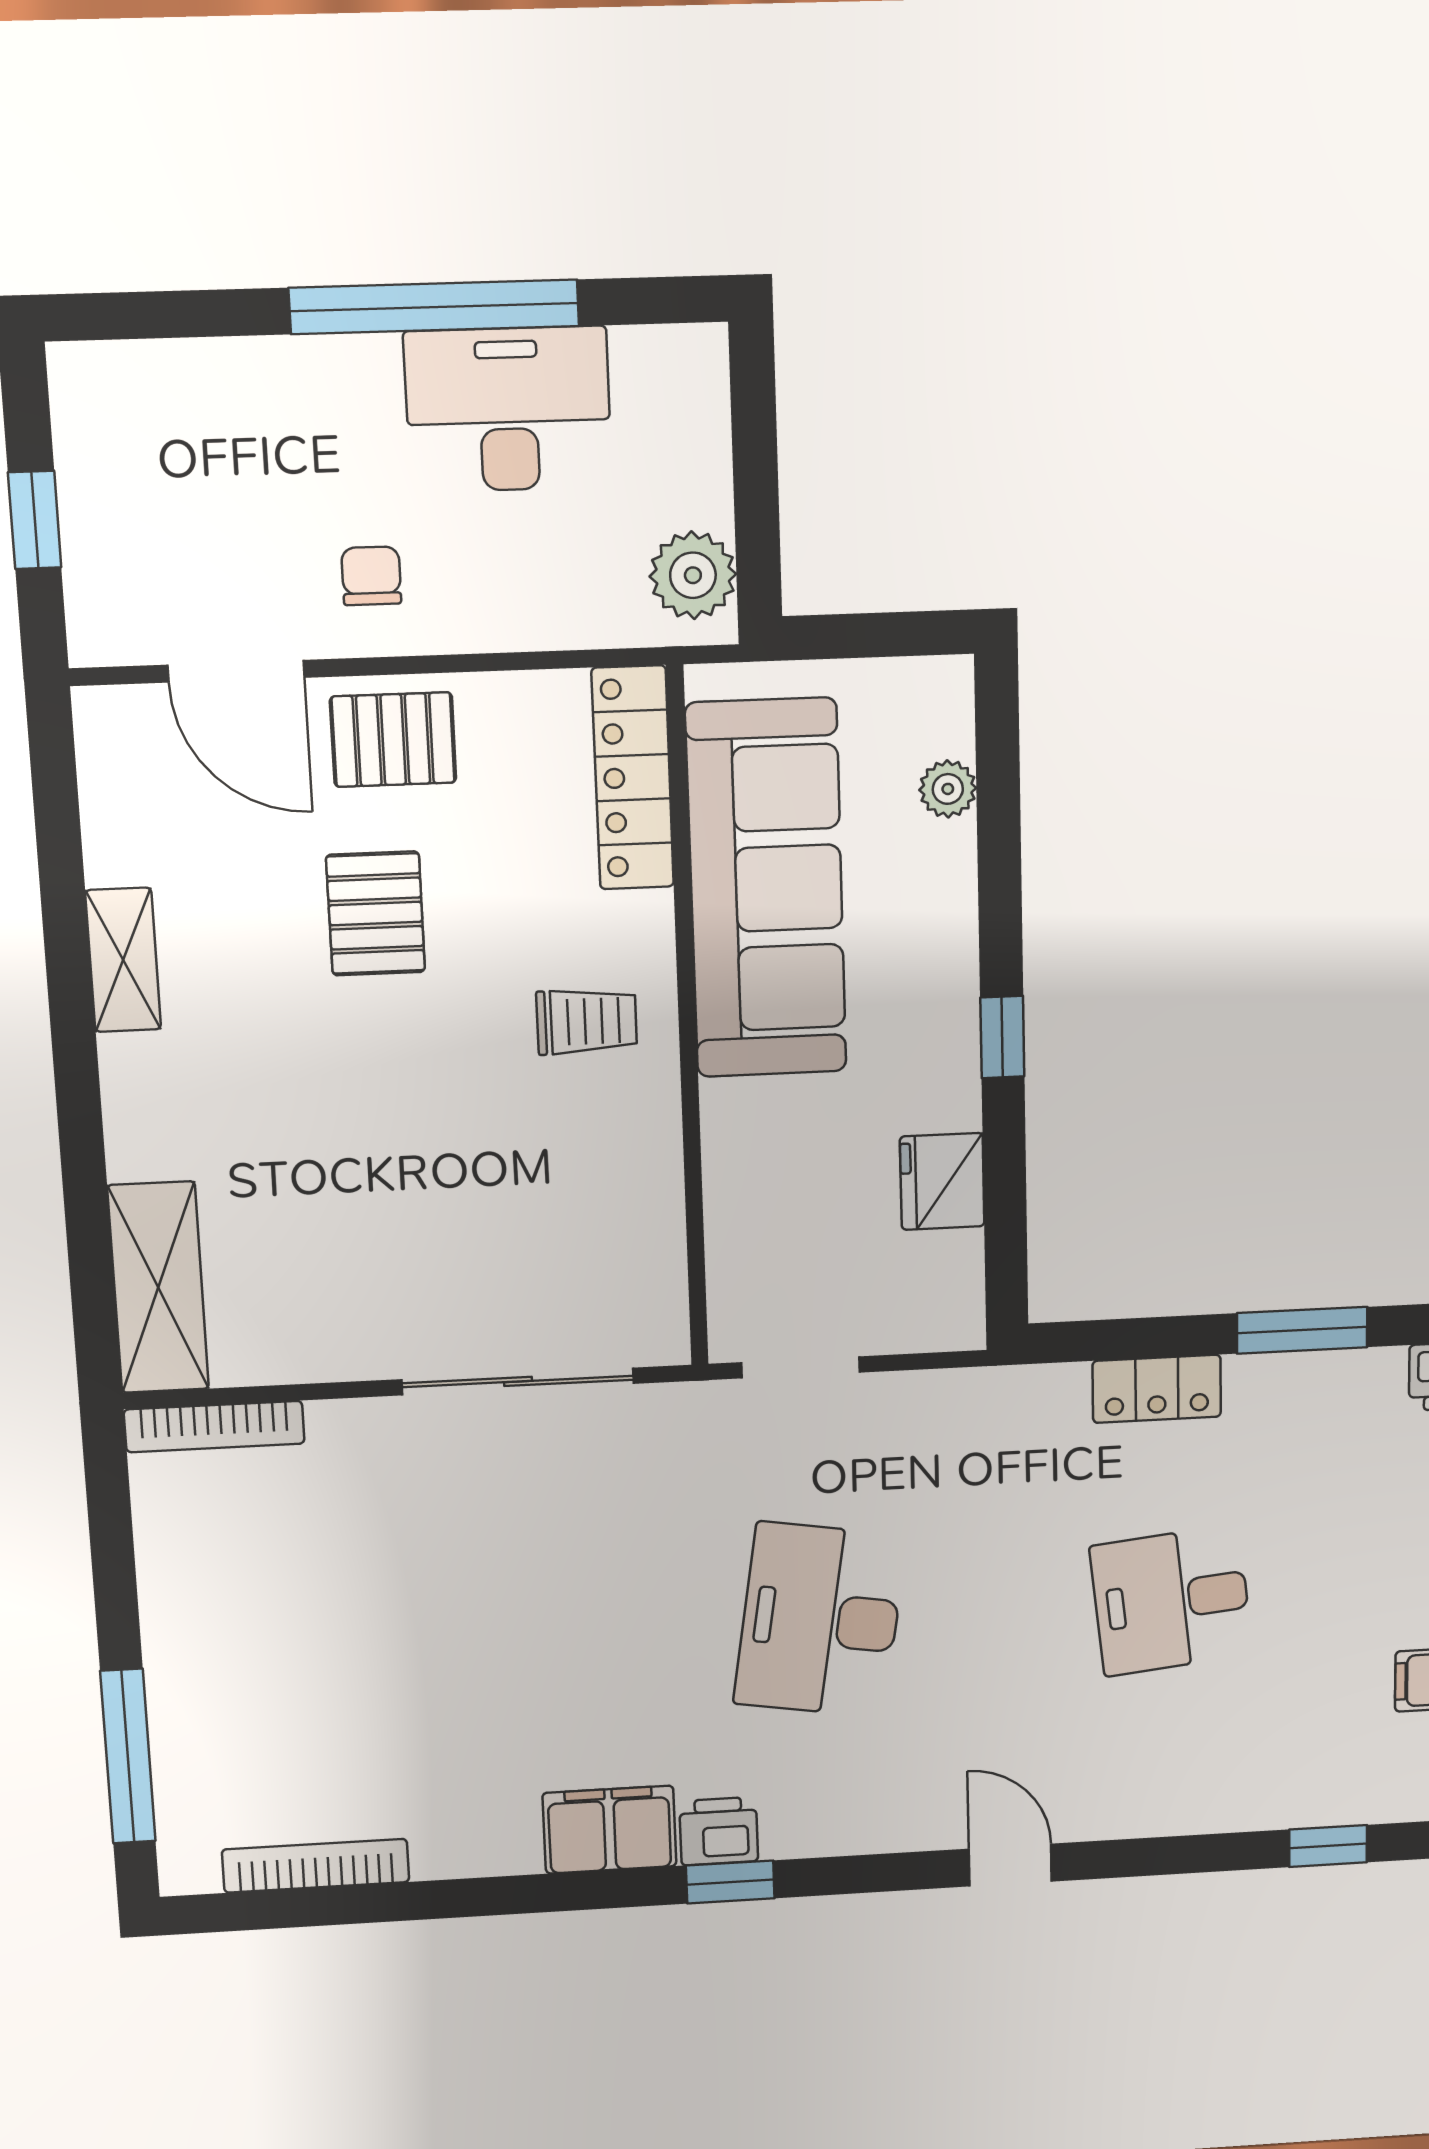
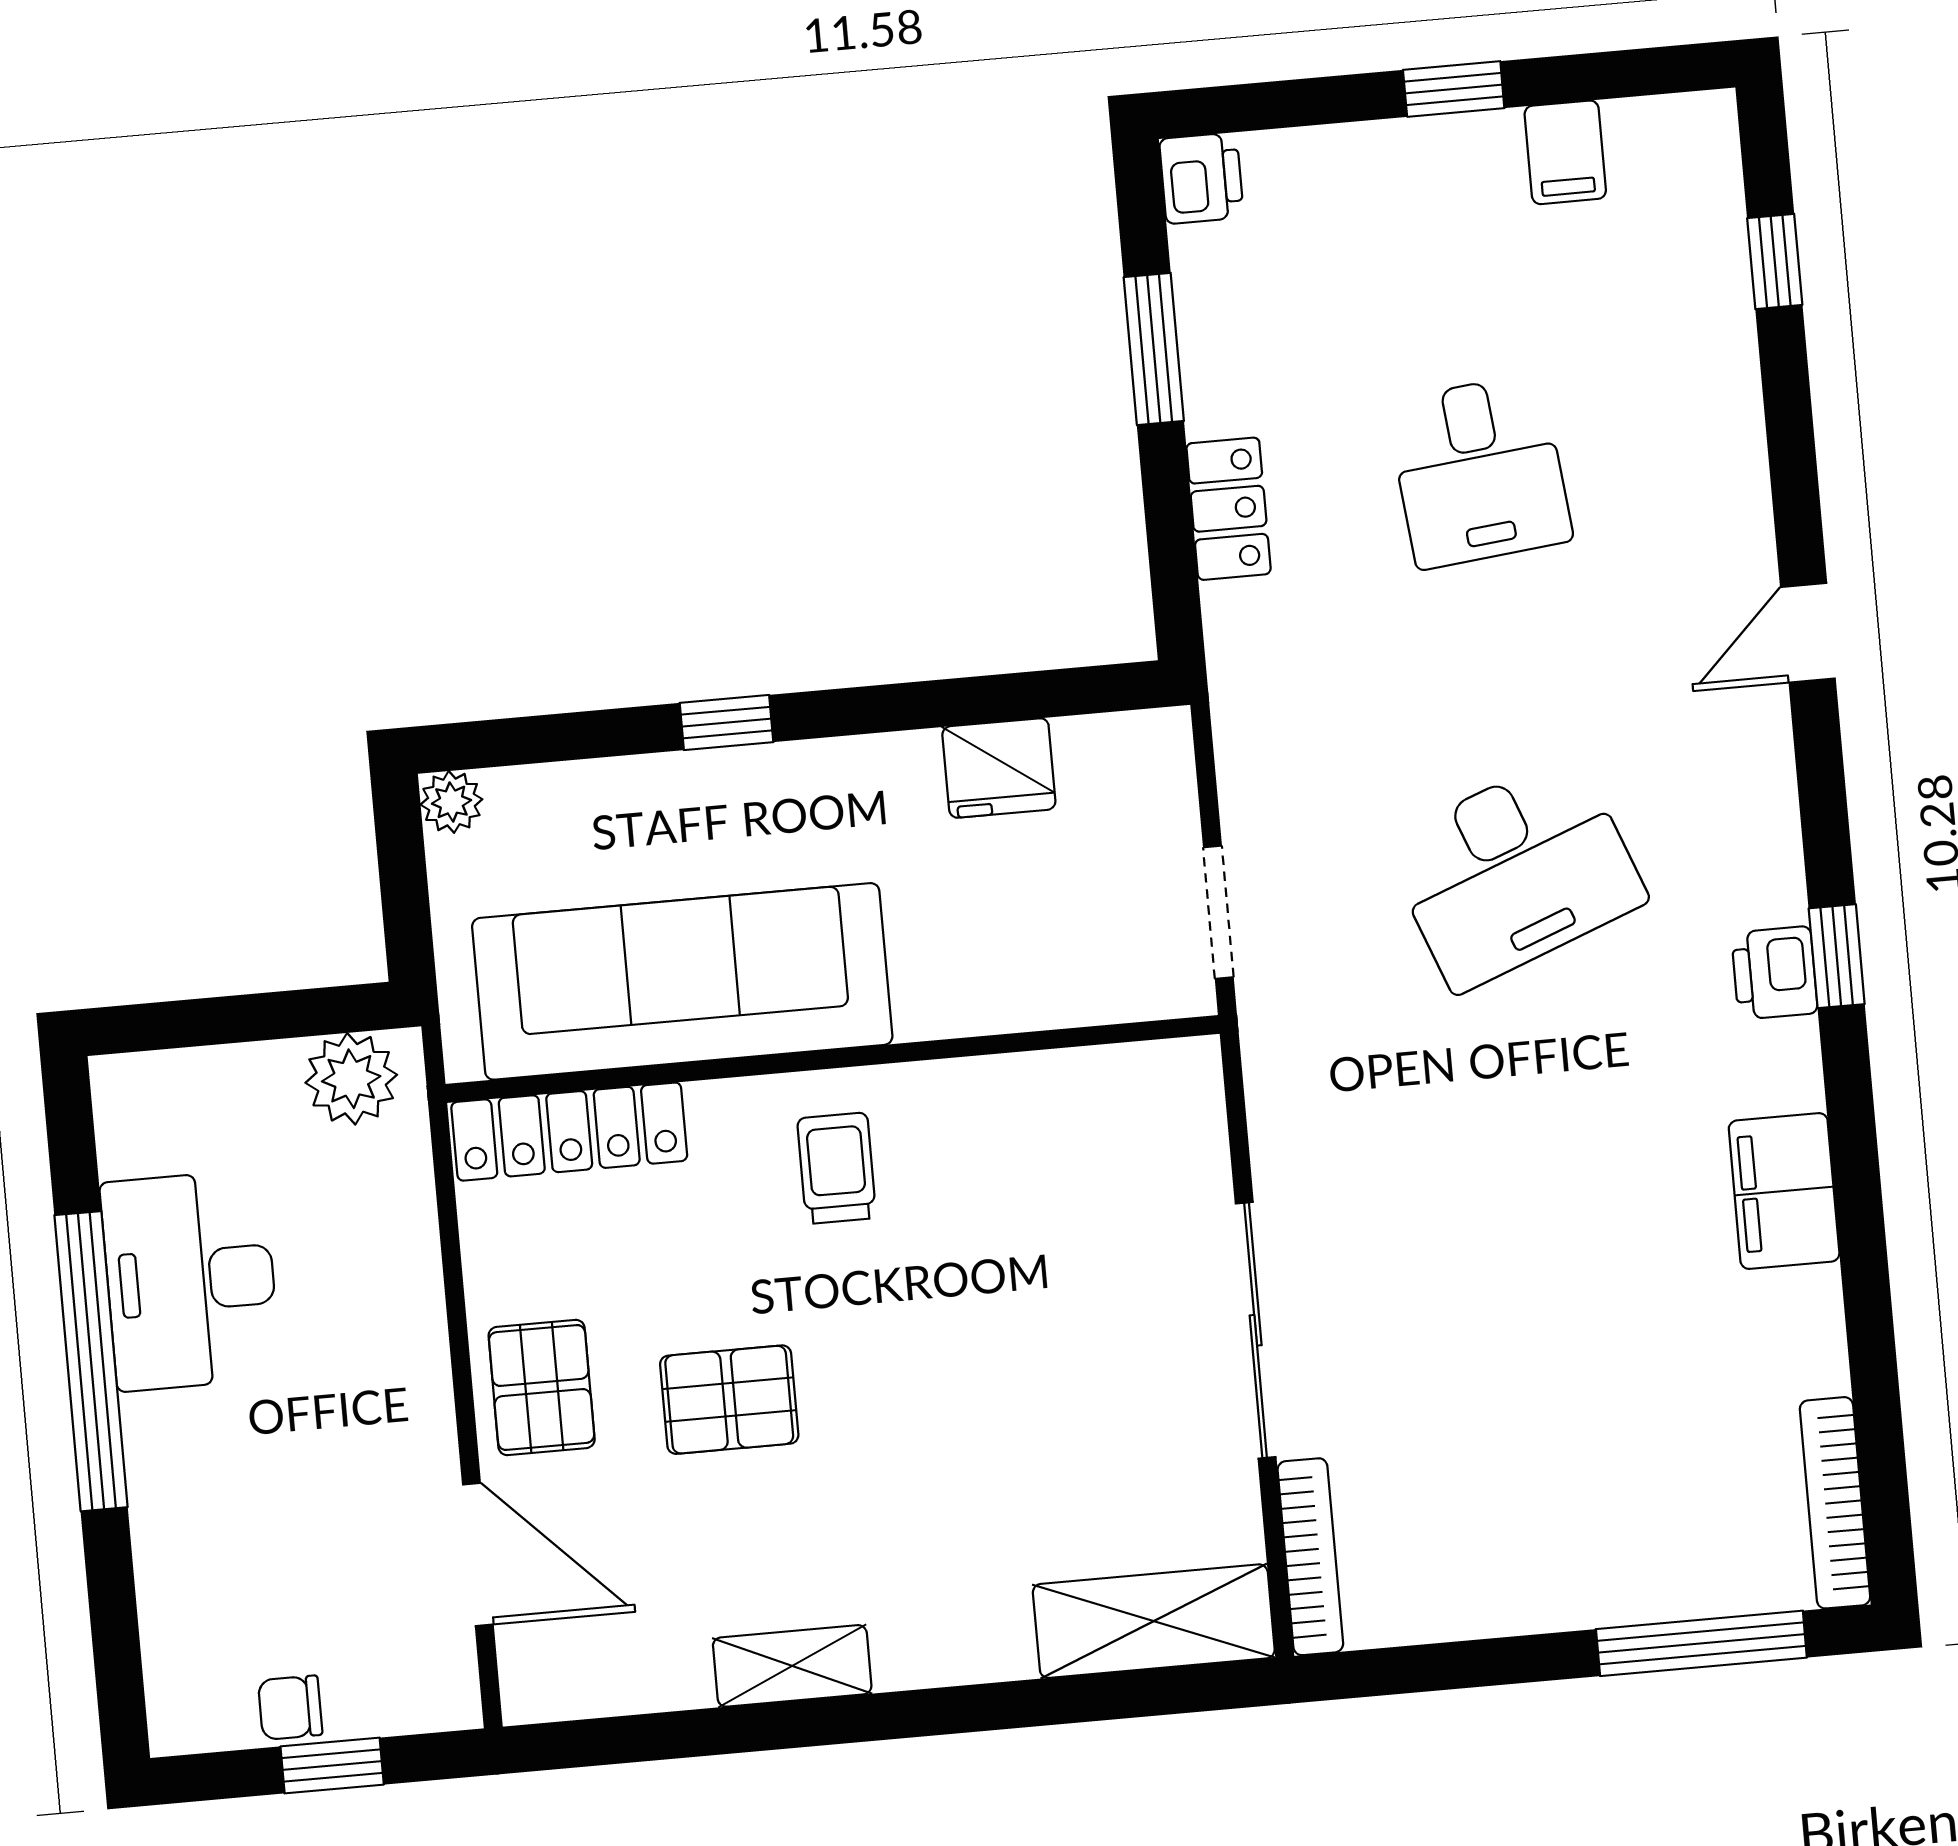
chair: (371, 576) -> (290, 1708), moved
door: (236, 671) -> (478, 1554), hinge flipped
plant: (948, 789) -> (451, 802), moved
window: (1002, 1037) -> (726, 723), moved
sliding door: (518, 1381) -> (1256, 1330), moved
desk: (820, 1620) -> (1515, 872), turned -30
filing cabinet: (610, 1830) -> (1784, 1191), moved
bookcase: (316, 1866) -> (1835, 1503), moved

